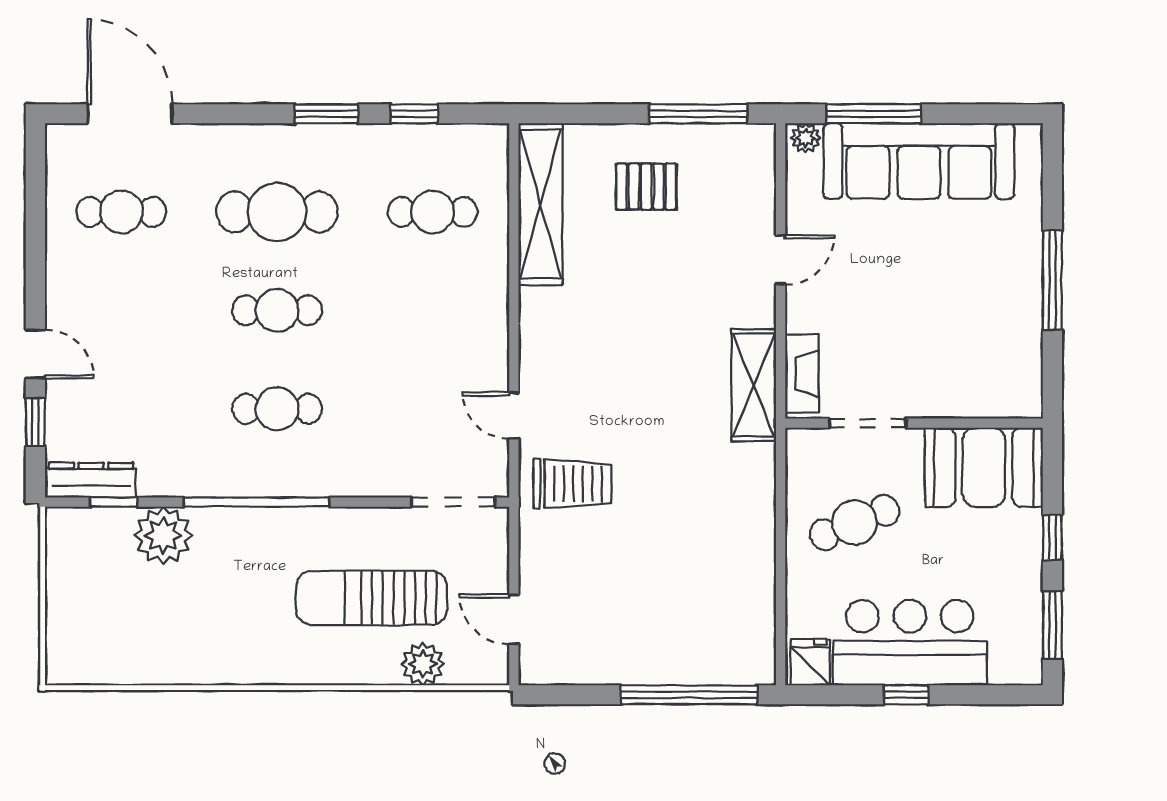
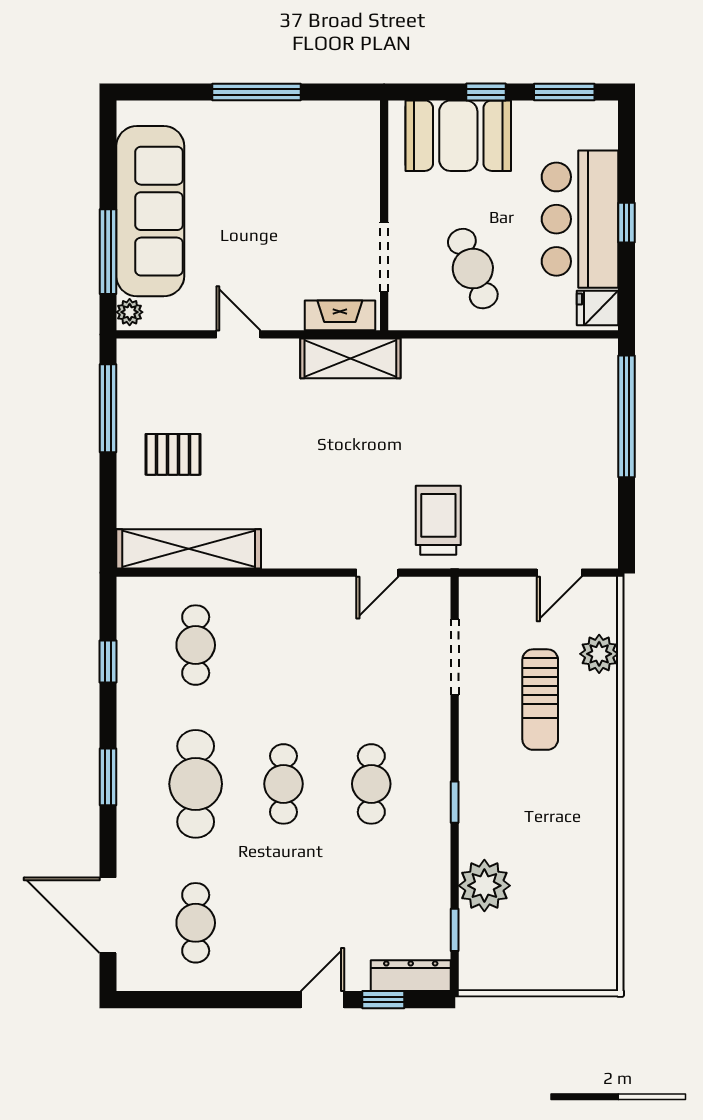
door: (130, 114) -> (108, 915), hinge flipped
window: (327, 114) -> (108, 777), moved
pallet: (646, 187) -> (173, 454), turned 90
booth: (984, 467) -> (458, 136), moved, turned 90
dresser: (91, 480) -> (411, 976), moved, turned 90
window: (257, 502) -> (455, 802), width x0.32
doorway: (453, 502) -> (455, 657), moved
sun lounger: (372, 598) -> (540, 700), width x0.73, depth x0.75

